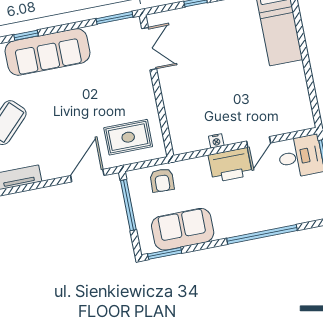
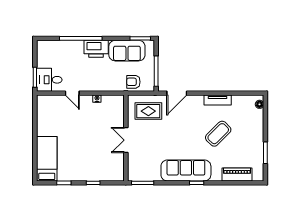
double door: (149, 49) -> (126, 140), moved
door: (259, 142) -> (72, 93), swing flipped
printer: (230, 165) -> (96, 49), moved, turned 180
armchair: (162, 180) -> (133, 82), turned -93

